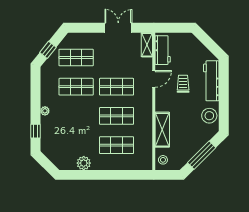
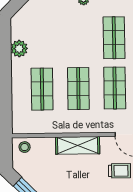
shelving: (162, 130) -> (78, 145), moved

